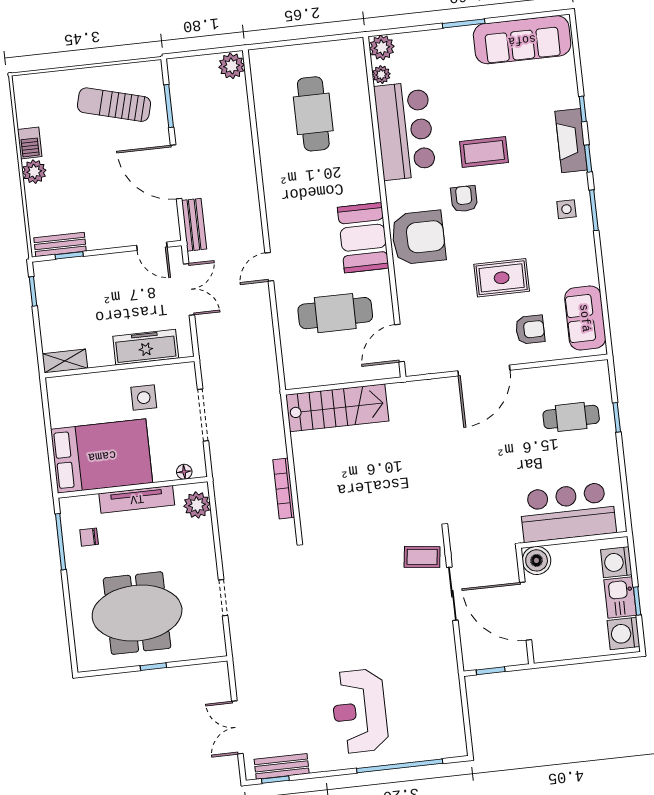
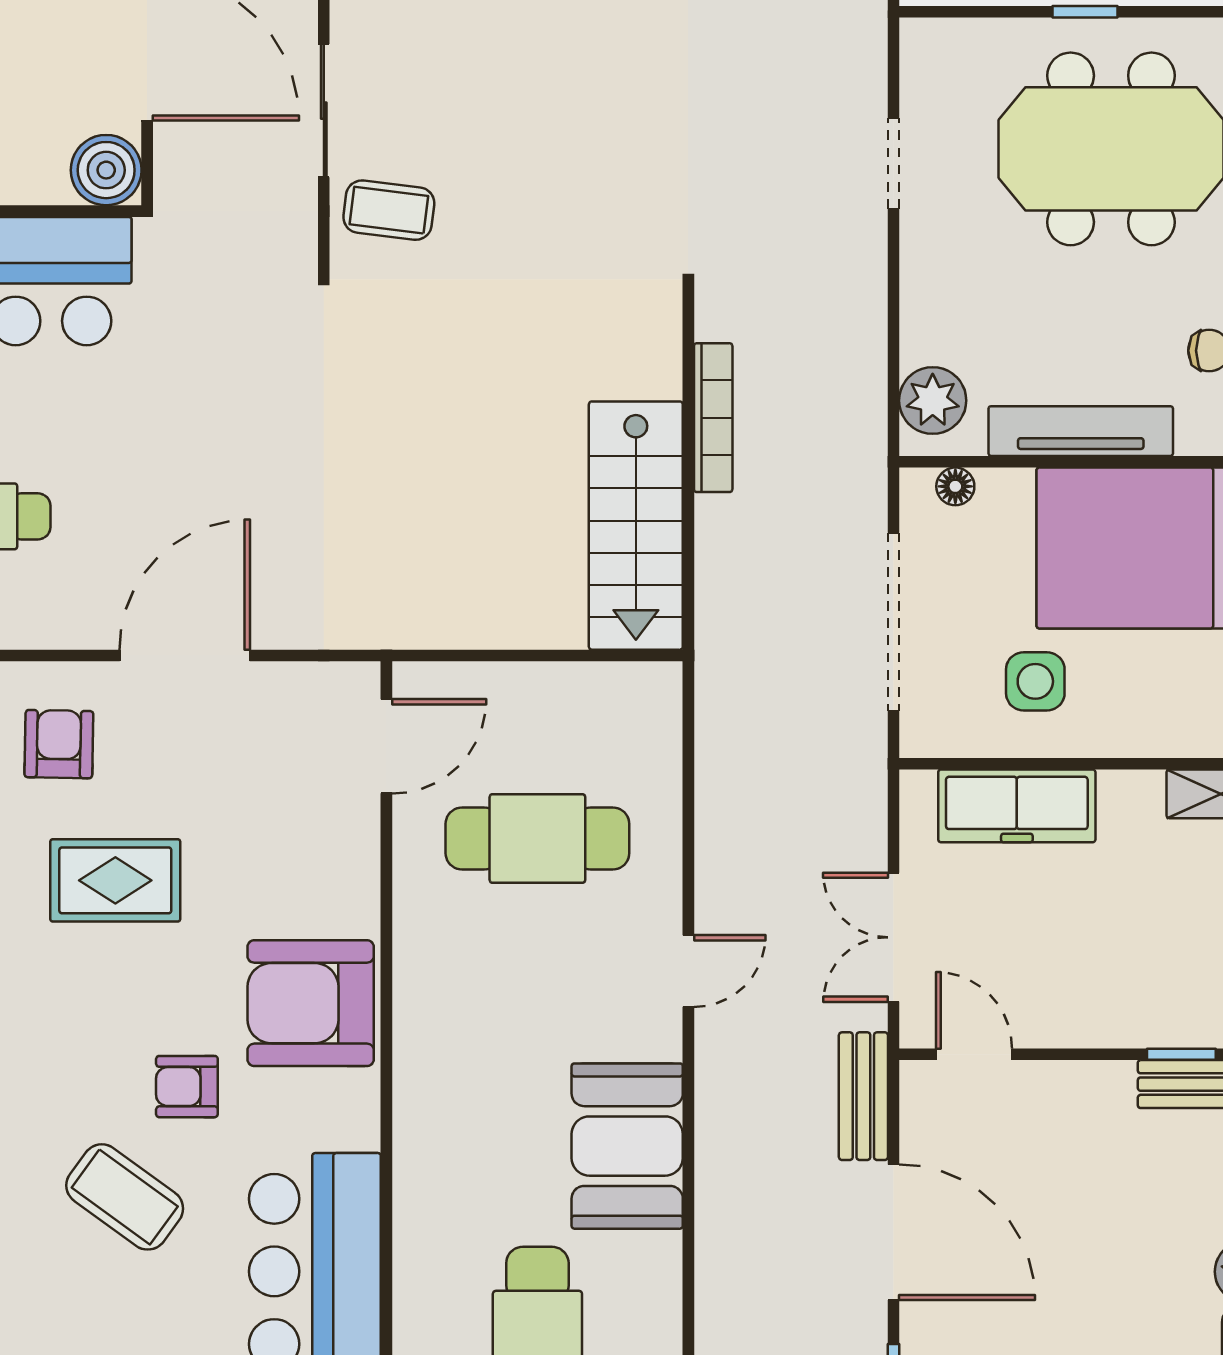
coffee table: (484, 152) -> (125, 1197), turned 36
armchair: (464, 199) -> (187, 1087), turned 90
booth: (363, 238) -> (627, 1146), moved
armchair: (530, 330) -> (59, 744), turned 91
stairs: (337, 408) -> (636, 526), moved, turned -90
doorway: (203, 415) -> (893, 622), width x1.36

